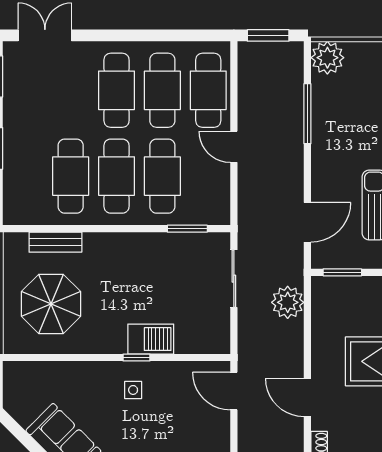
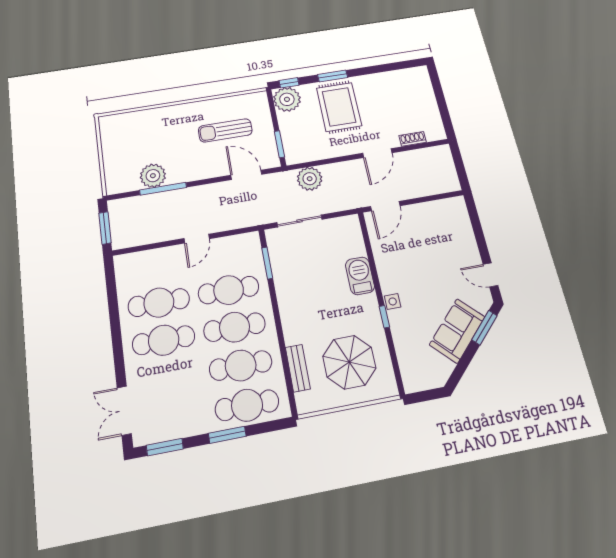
plant: (327, 58) -> (153, 176), moved
cafe table: (208, 90) -> (247, 405), moved
window: (136, 357) -> (384, 317), moved
side table: (133, 390) -> (393, 301), moved

